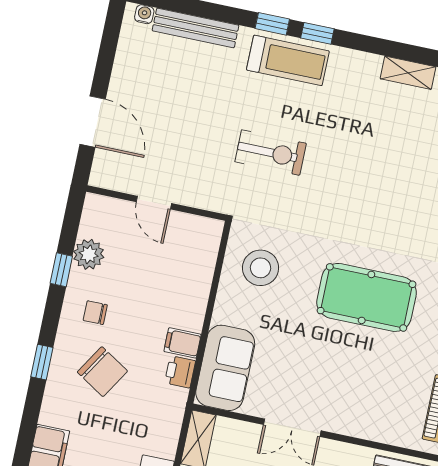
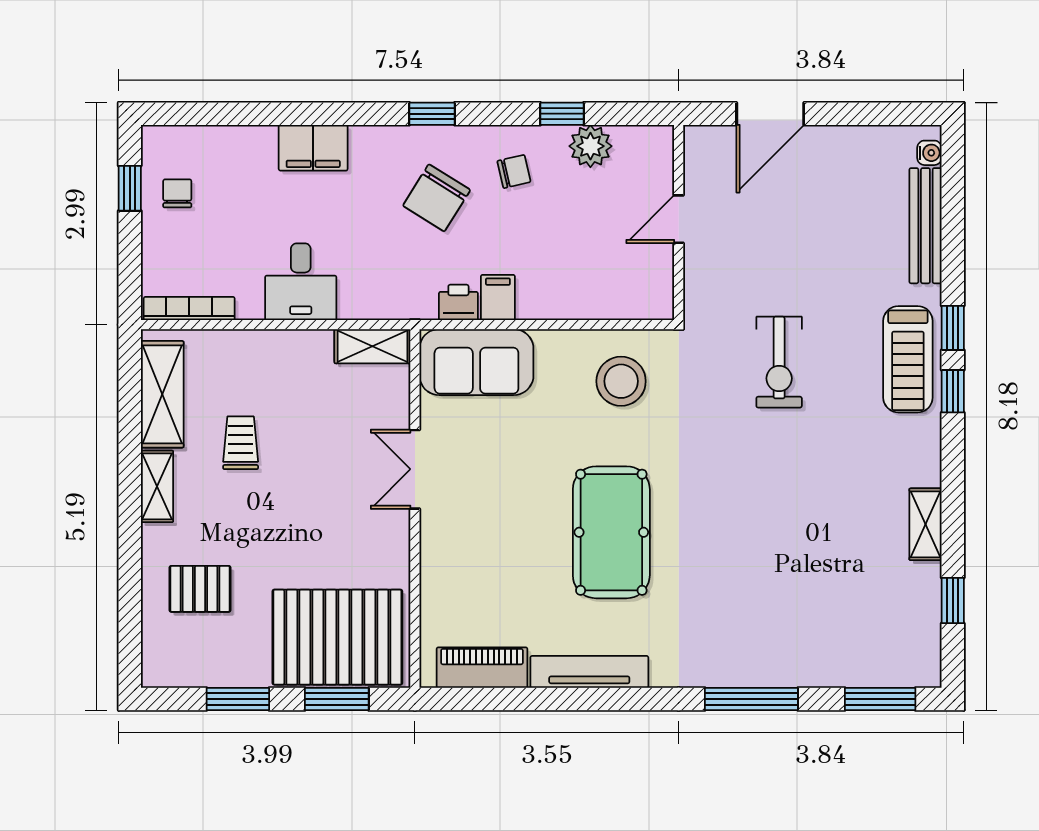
chair: (95, 313) -> (514, 171), turned 77

